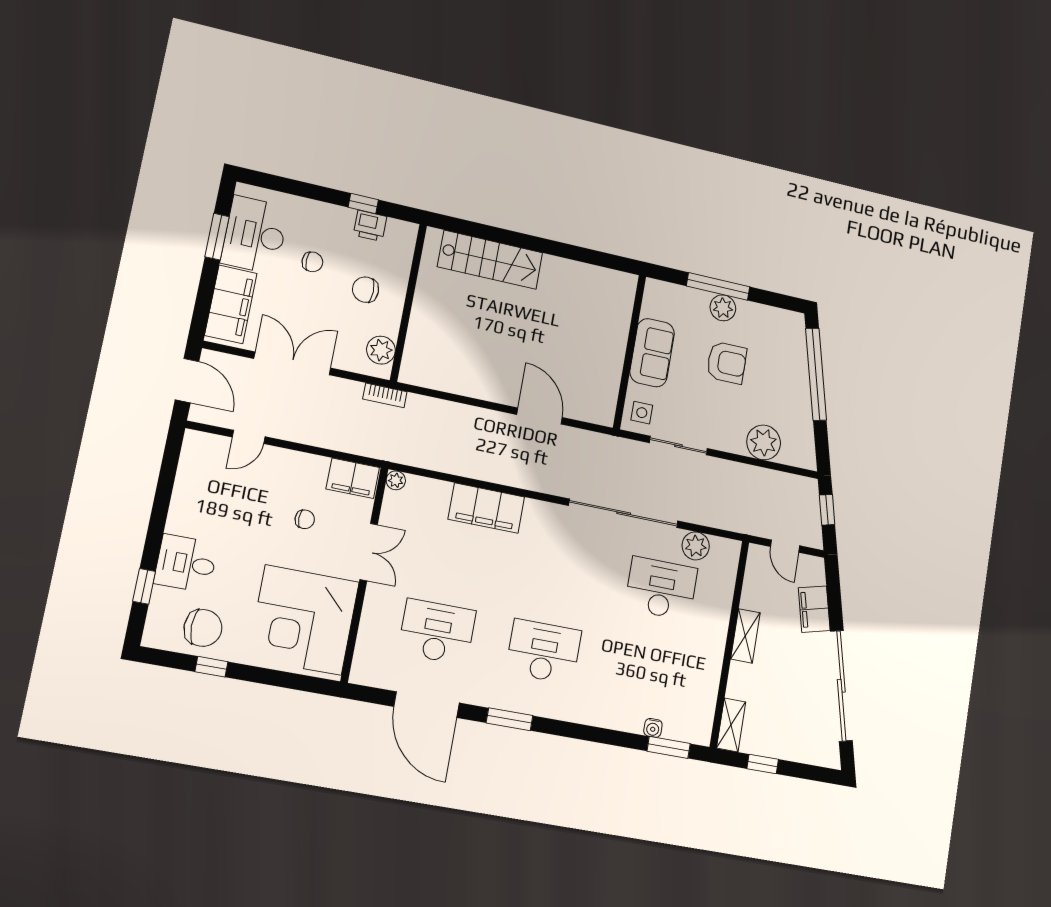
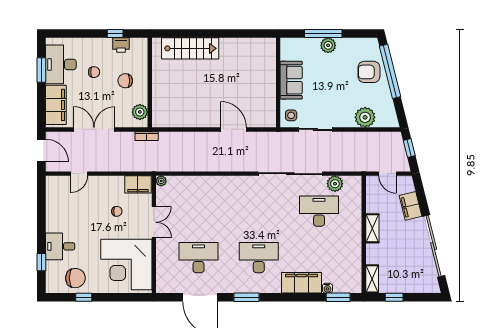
armchair: (727, 363) -> (369, 72), moved, turned 180
filing cabinet: (486, 508) -> (302, 283), moved, turned 180

